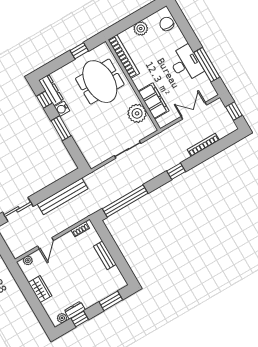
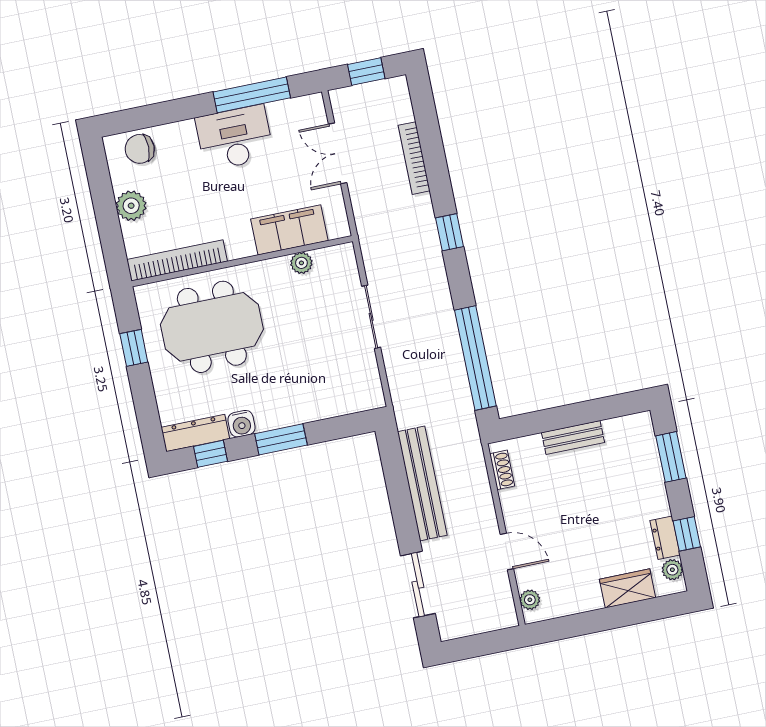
plant: (137, 113) -> (301, 263), width x0.53, depth x0.53
wardrobe: (40, 289) -> (627, 588), moved

